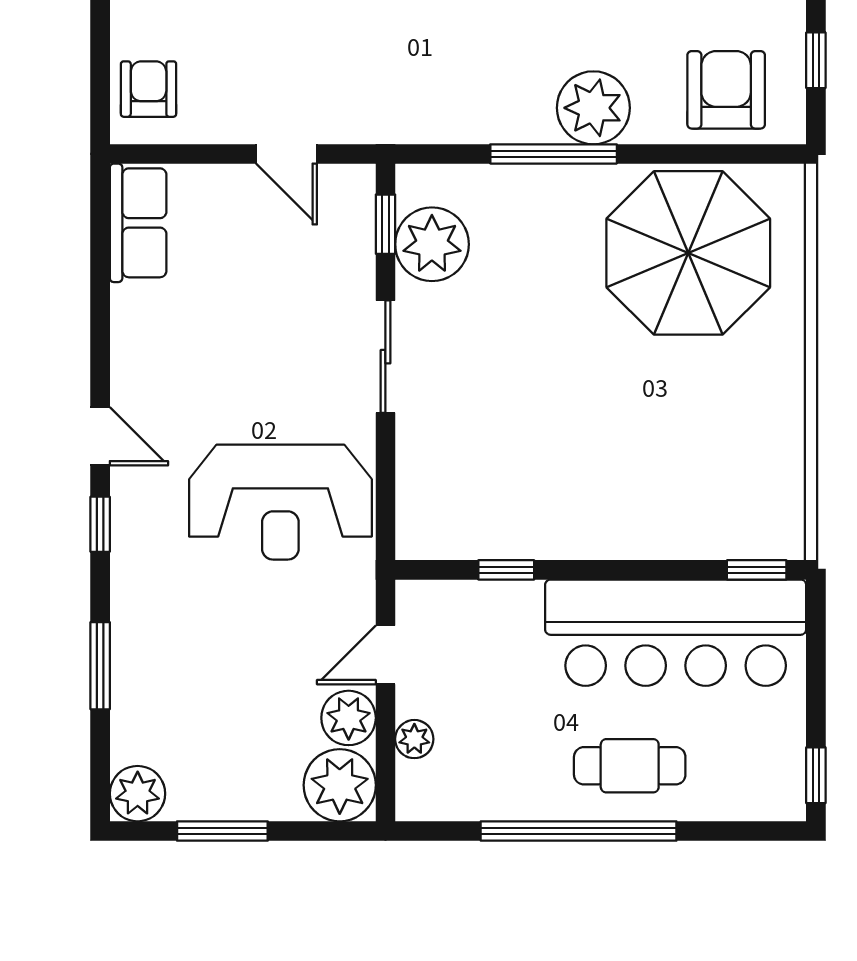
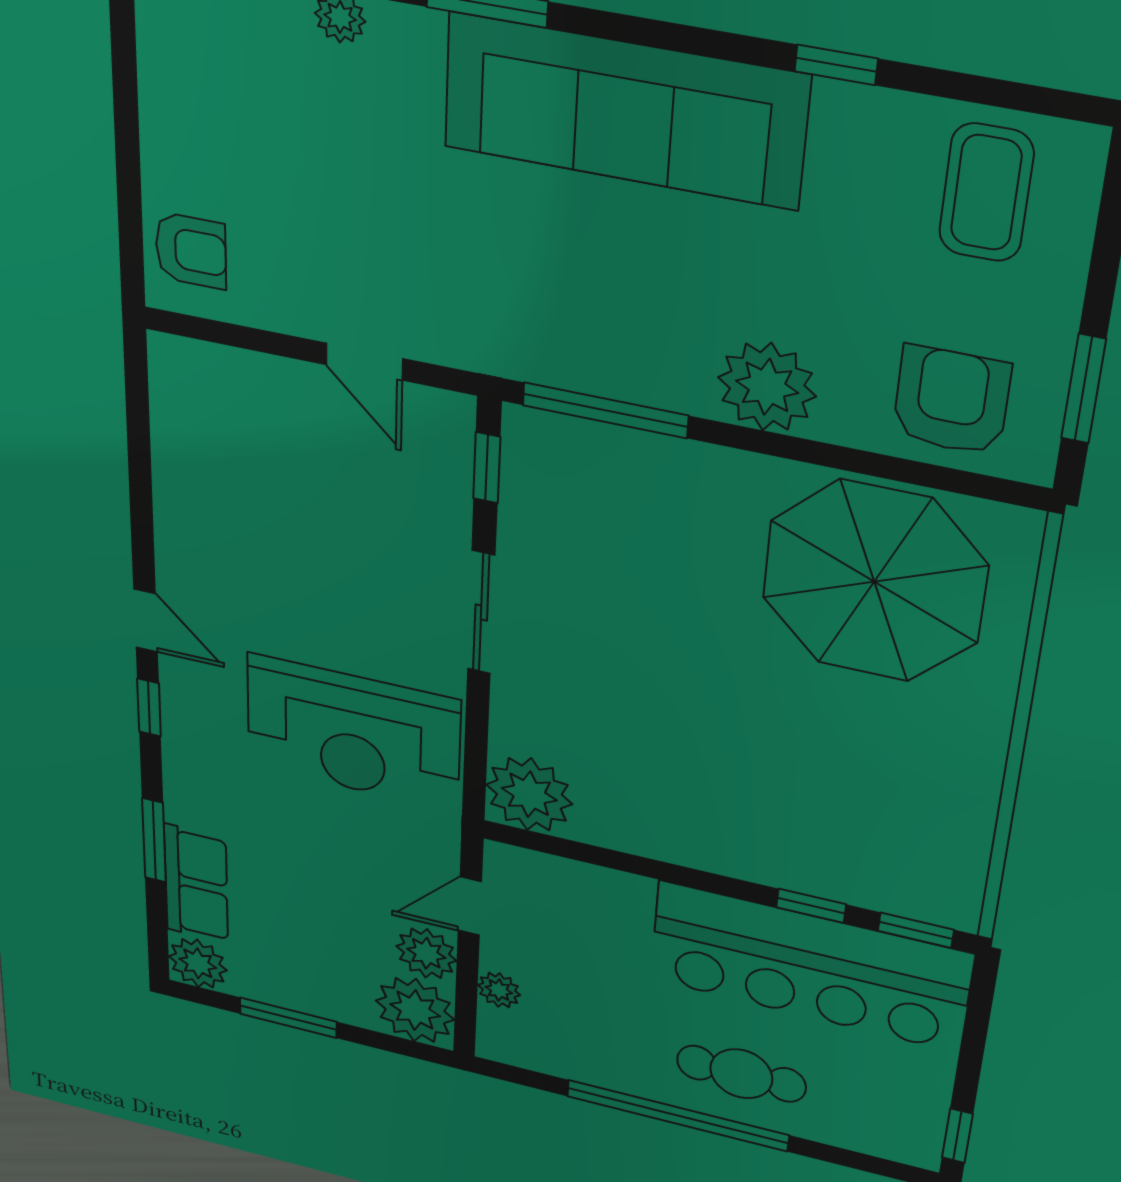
window: (816, 60) -> (1084, 389), width x1.50
armchair: (149, 89) -> (191, 251), turned 90
window: (554, 154) -> (605, 410), moved
row of seats: (138, 223) -> (196, 884), moved
plant: (432, 244) -> (529, 794), moved
window: (506, 570) -> (811, 906), moved

